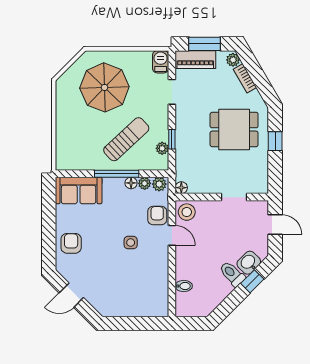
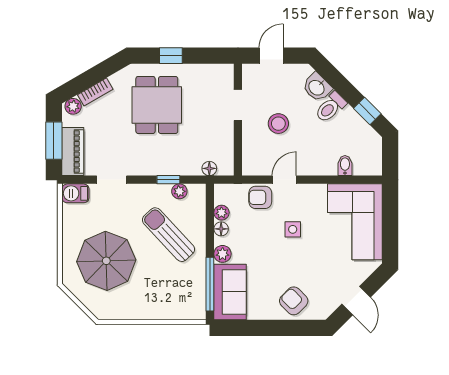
window: (117, 174) -> (210, 284), moved
plant: (159, 184) -> (223, 254), moved
floor lamp: (181, 188) -> (209, 168), moved
stool: (187, 212) -> (278, 124), moved
armchair: (71, 243) -> (294, 301), turned 45
window: (252, 281) -> (367, 111), moved
corner sofa: (137, 294) -> (355, 222), added

